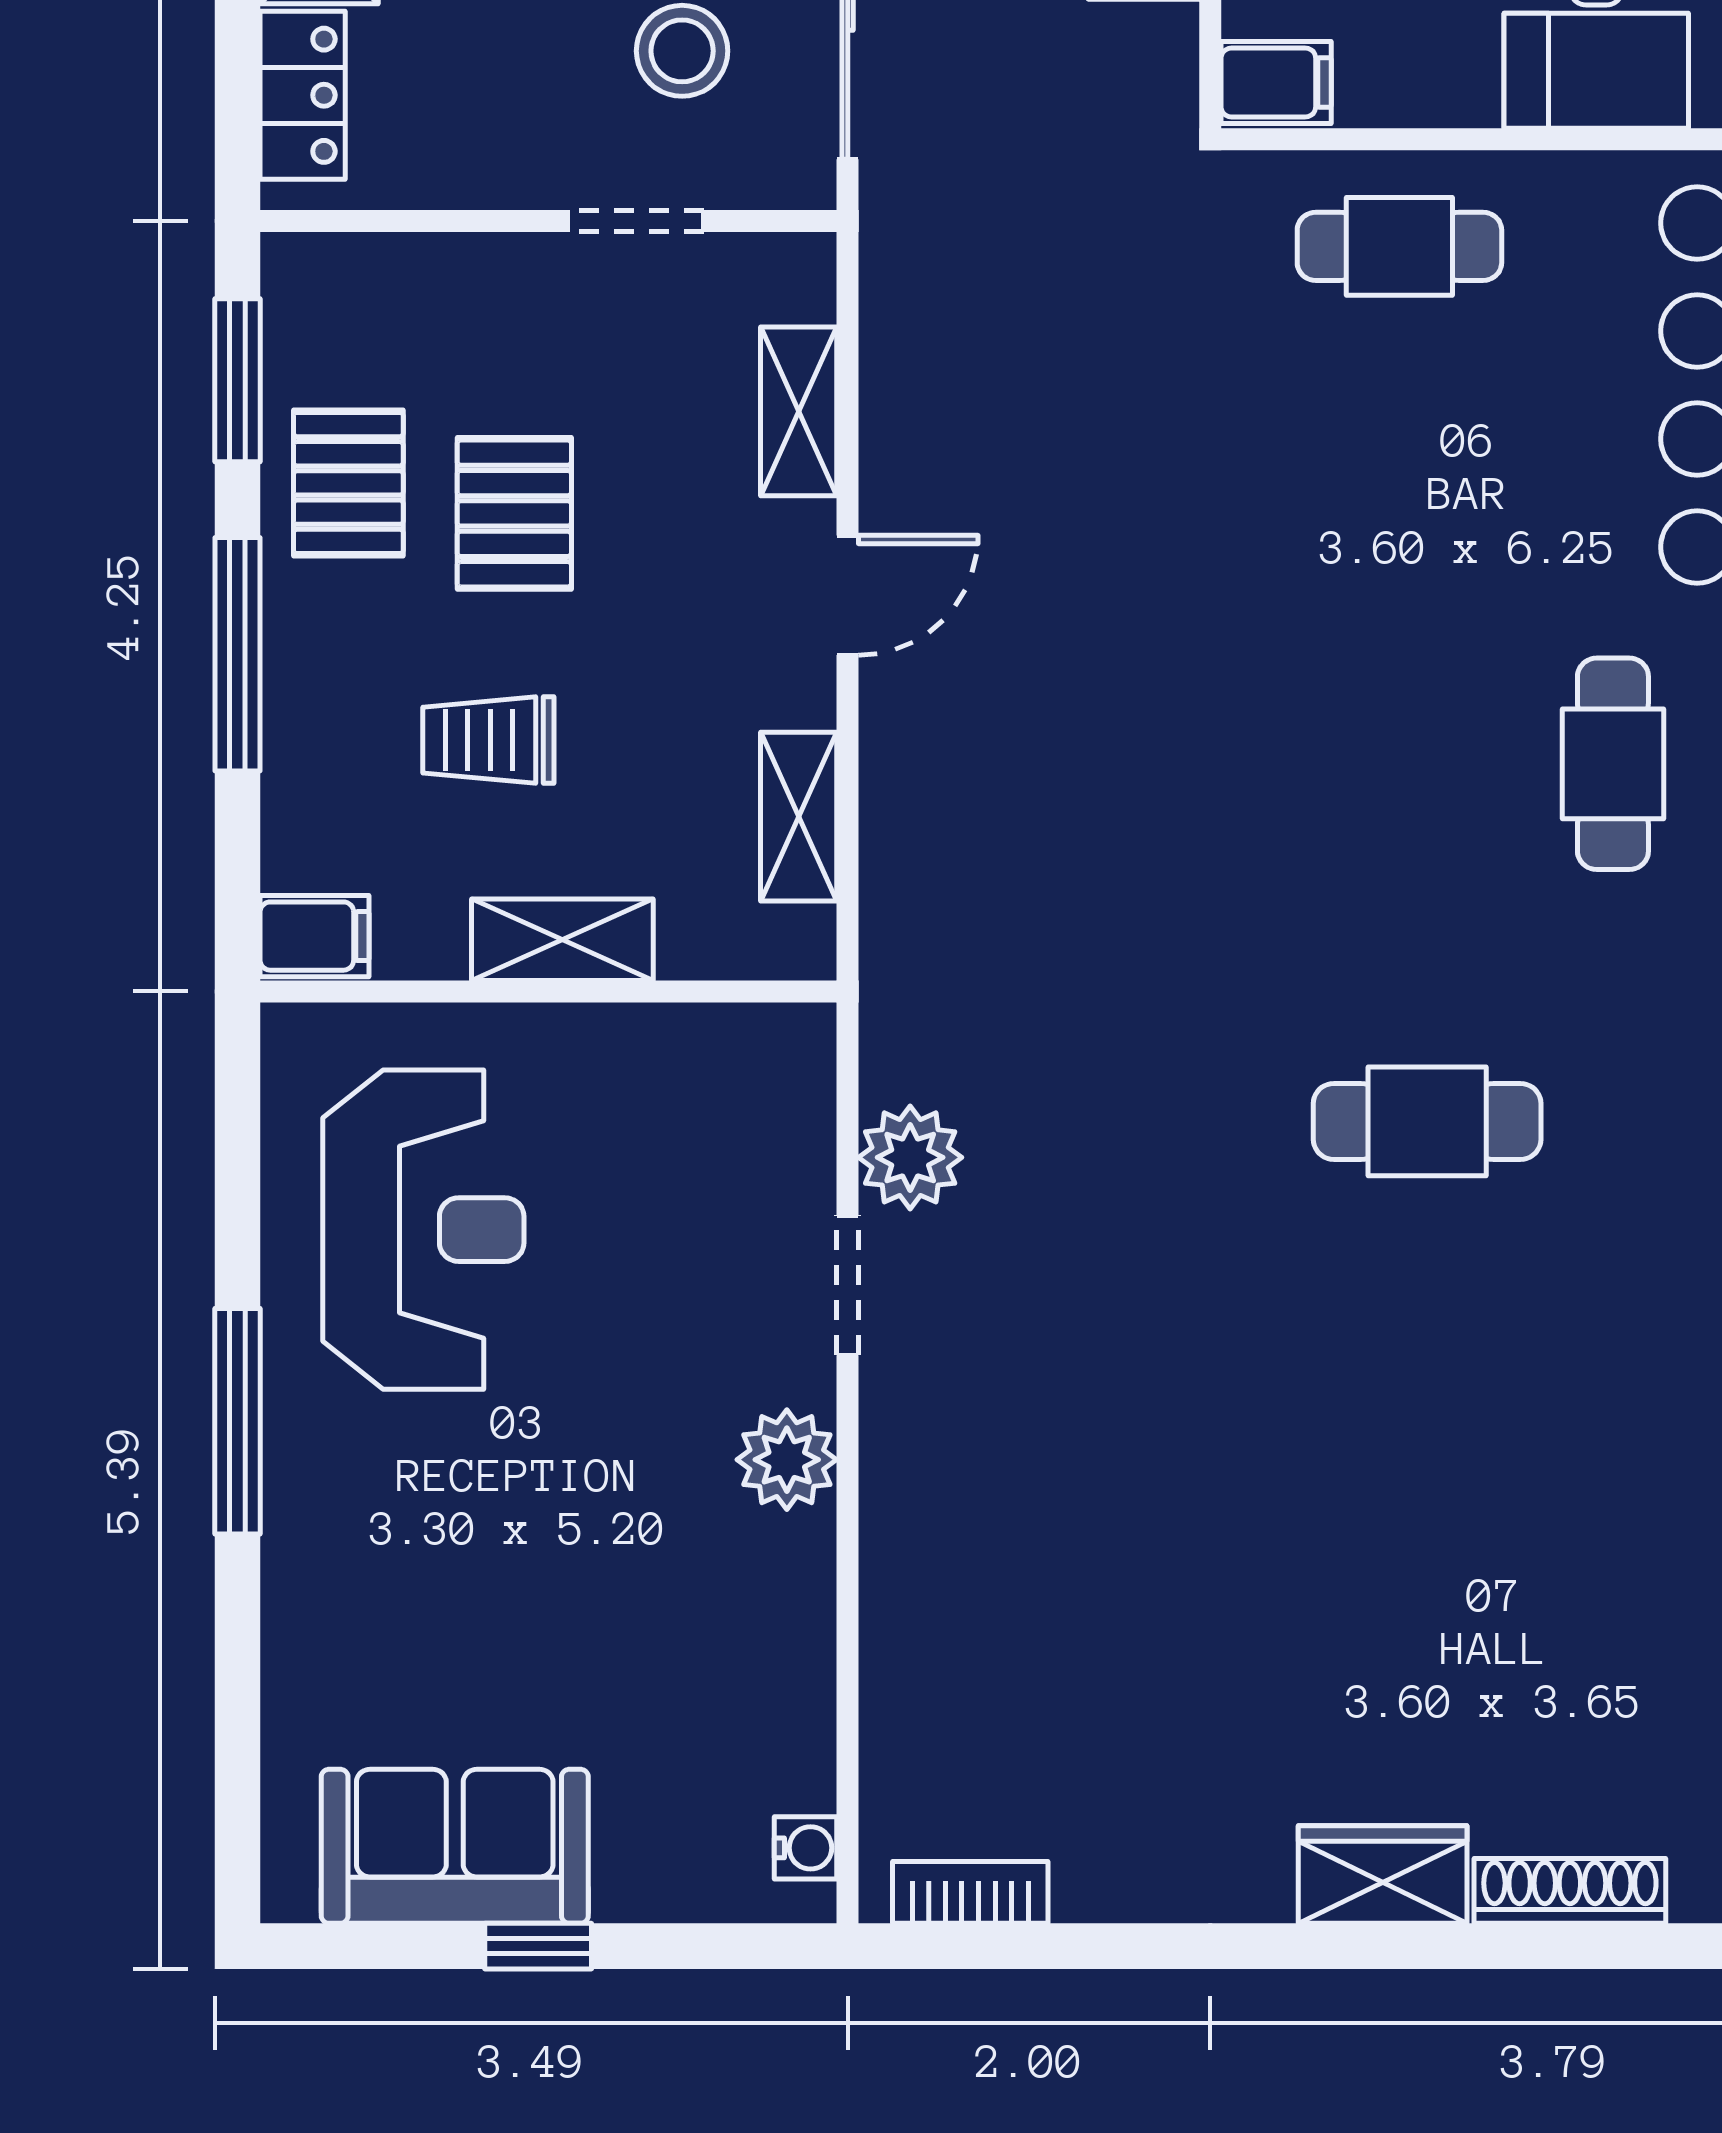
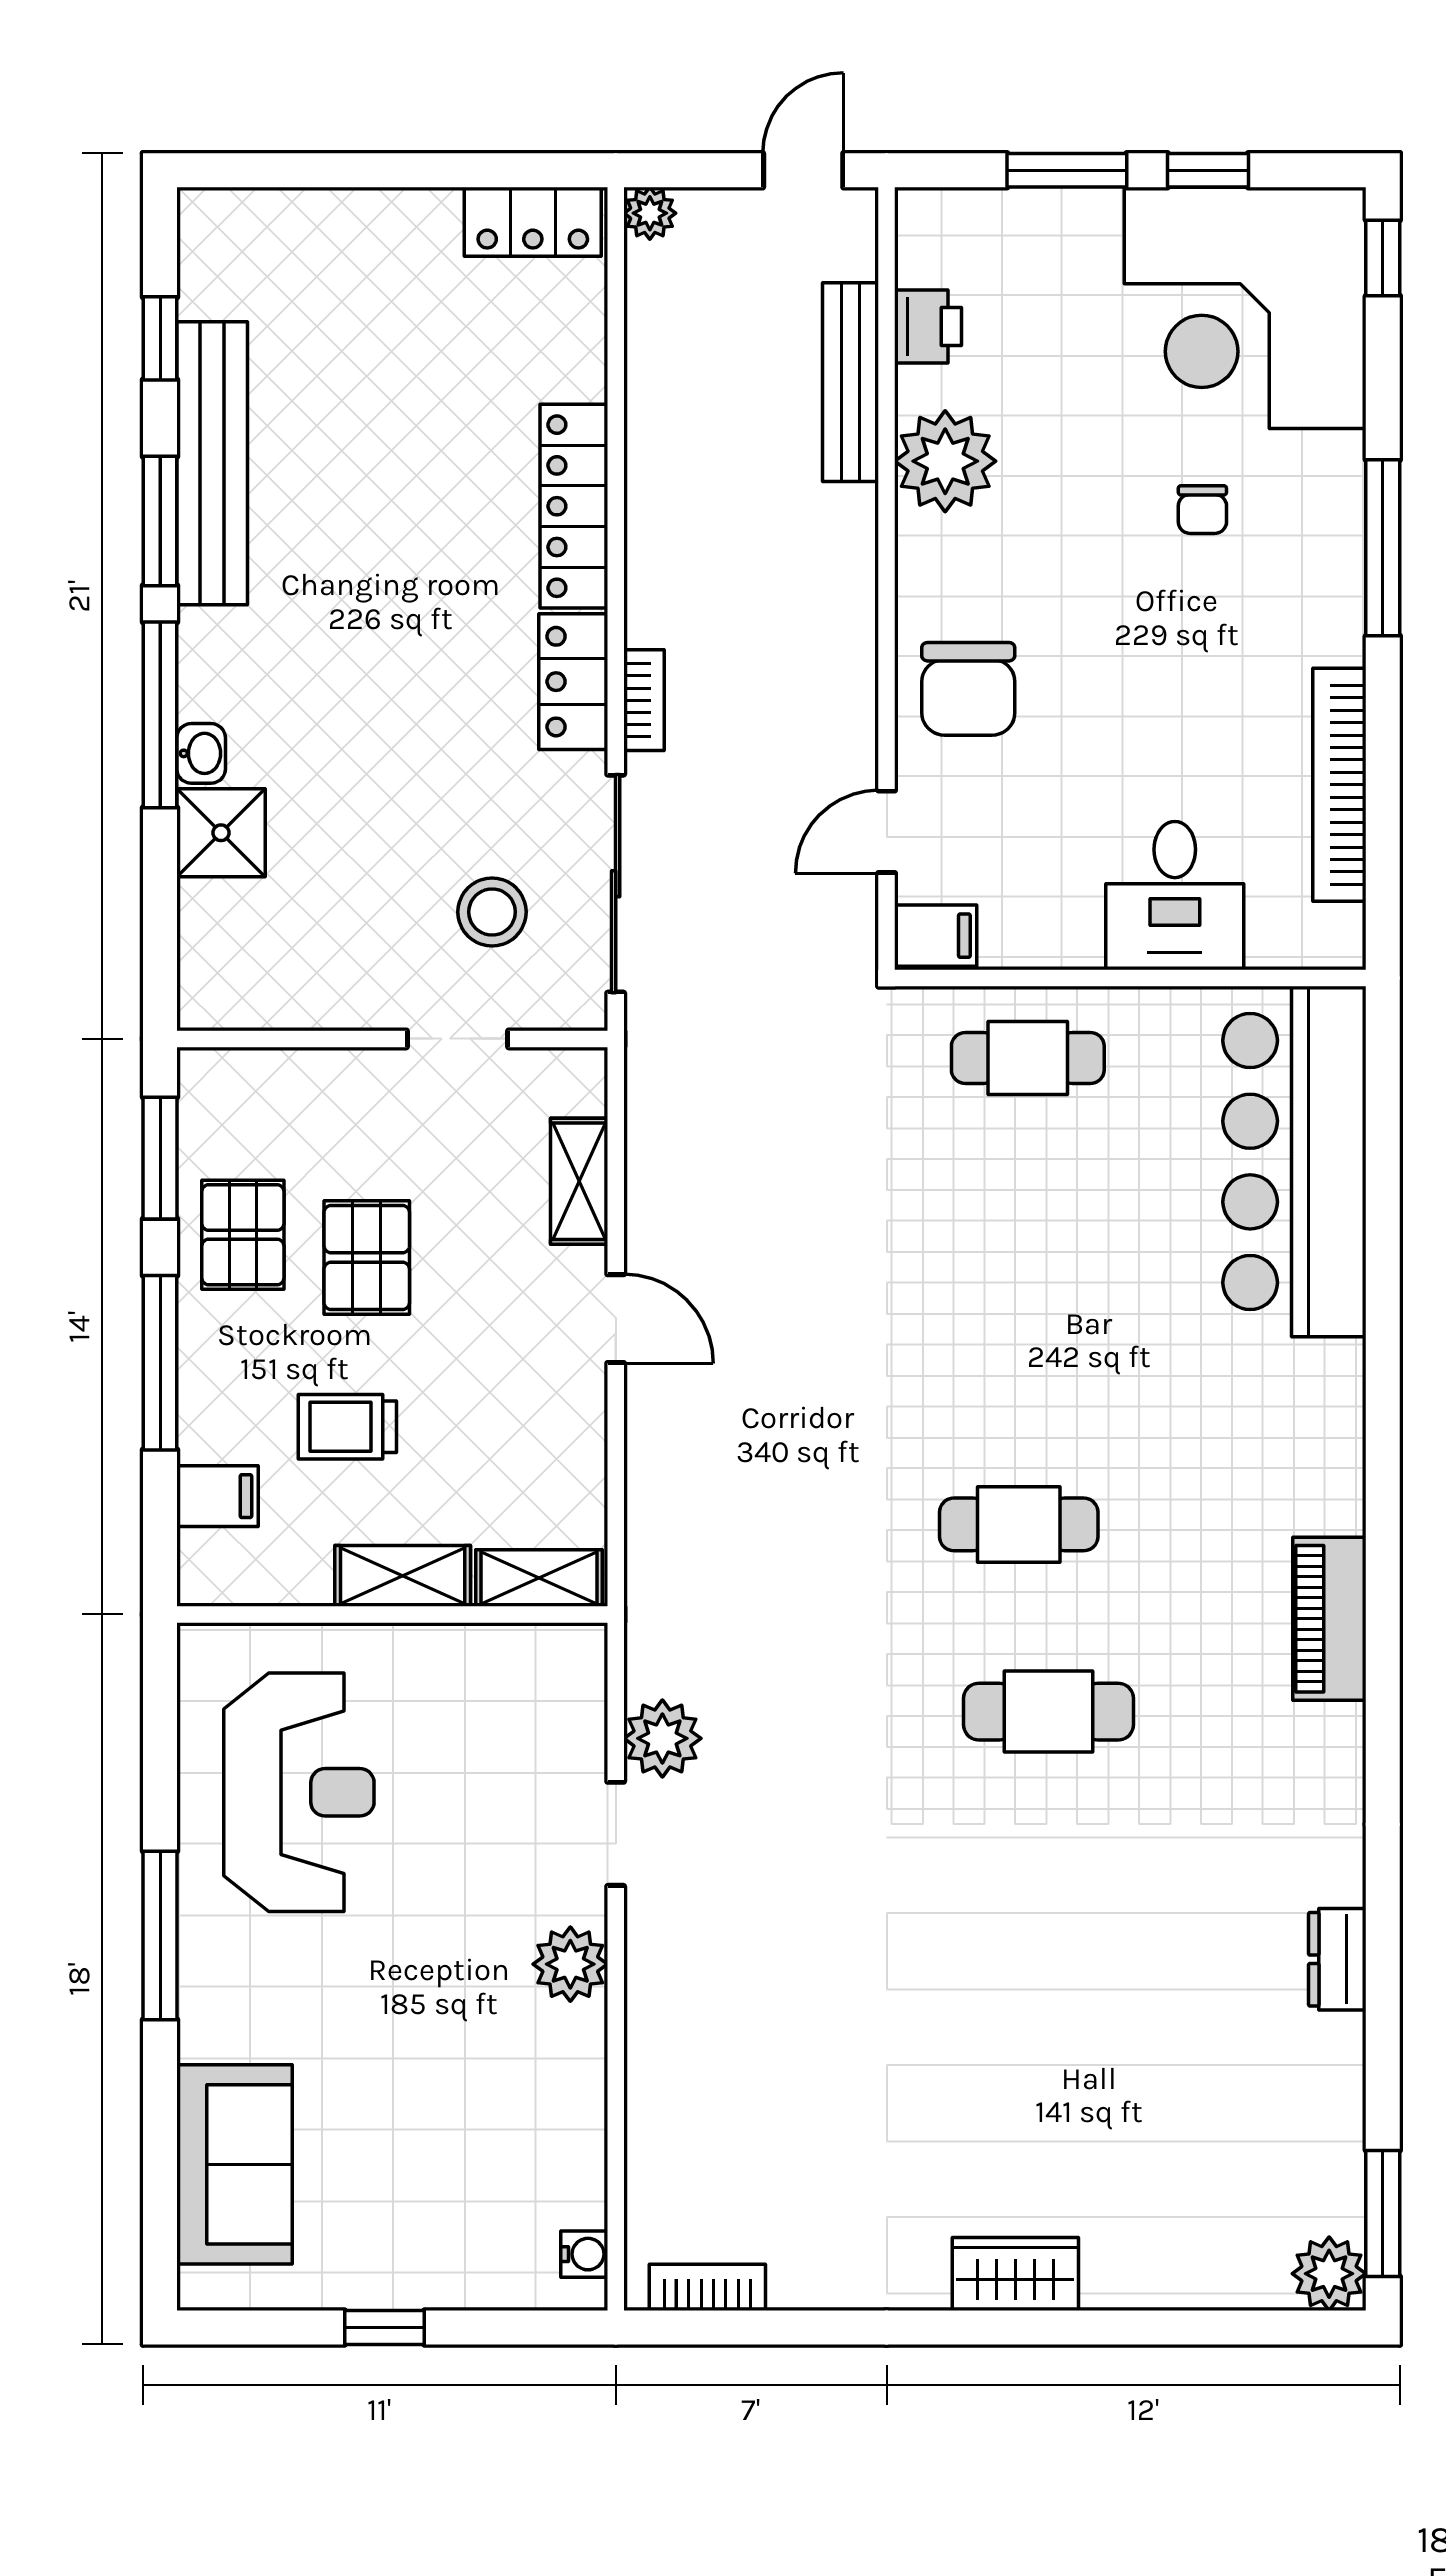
locker: (303, 95) -> (209, 945), removed
door: (848, 595) -> (616, 1319), hinge flipped
cafe table: (1613, 764) -> (1019, 1524), moved, turned 90
shelving: (799, 817) -> (539, 1578), moved, turned 90
filing cabinet: (314, 936) -> (218, 1496), moved
sofa: (455, 1846) -> (235, 2164), moved, turned 90
shoe rack: (1570, 1891) -> (1155, 2286), removed

